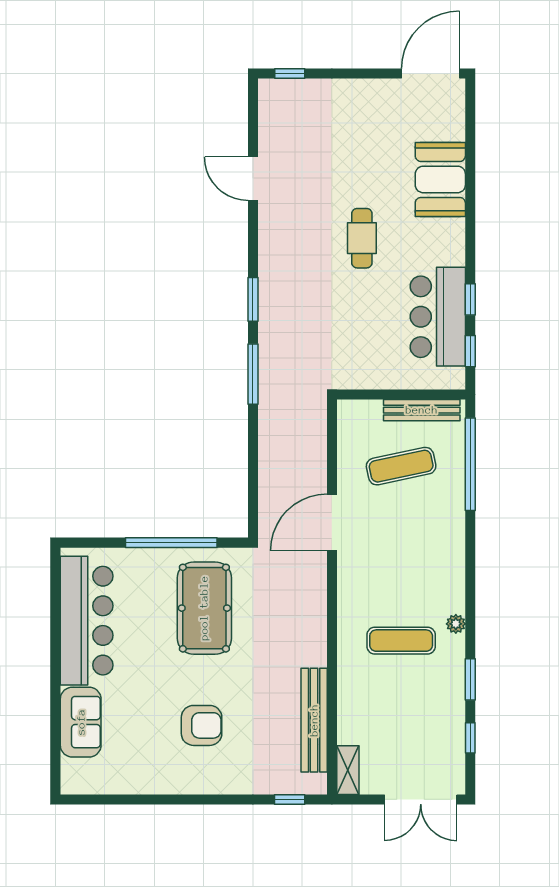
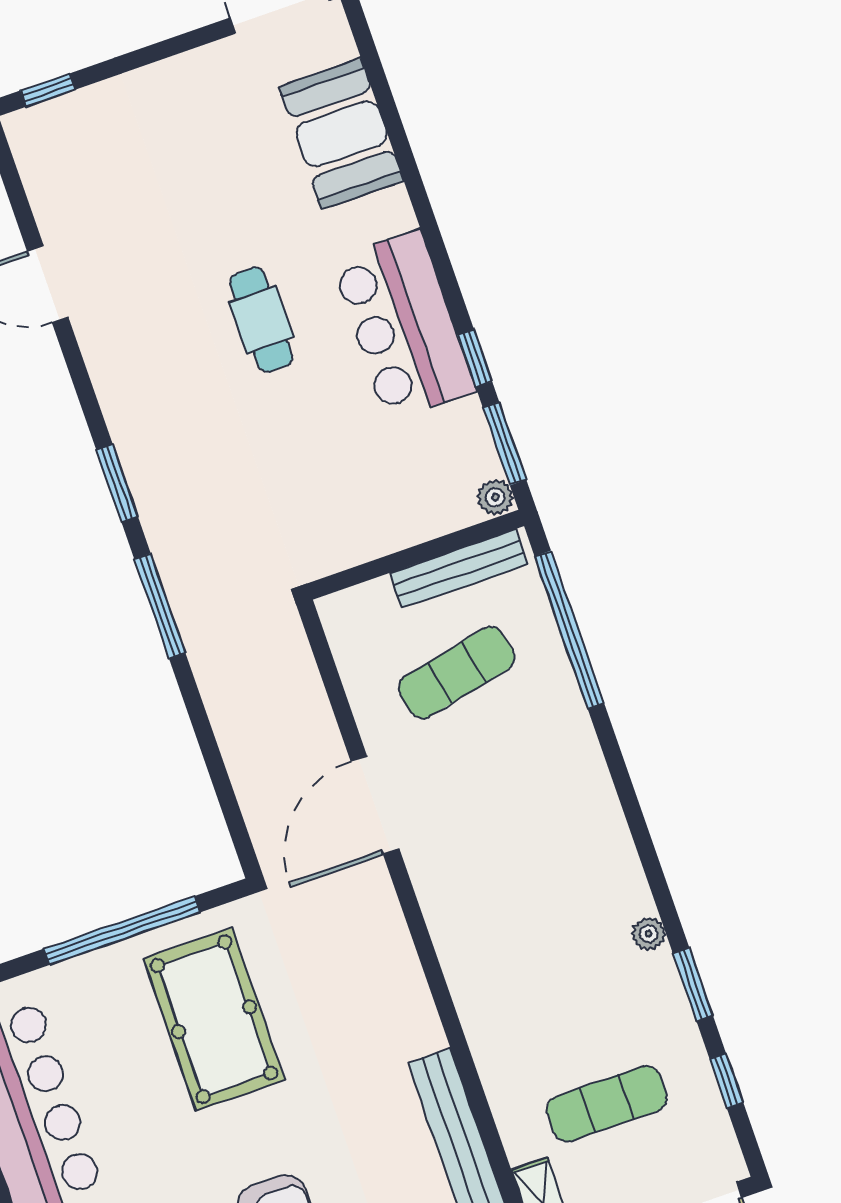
booth: (440, 179) -> (341, 134), moved
bar counter: (438, 317) -> (404, 326), moved
window: (470, 351) -> (505, 444), width x1.50
plant: (455, 378) -> (495, 497), added
plant: (456, 624) -> (649, 934), moved
exercise mat: (401, 641) -> (607, 1104), moved

